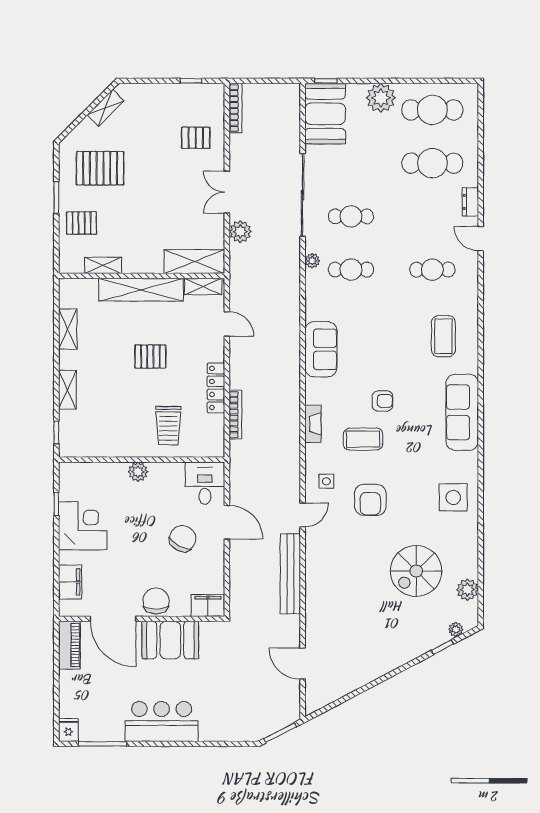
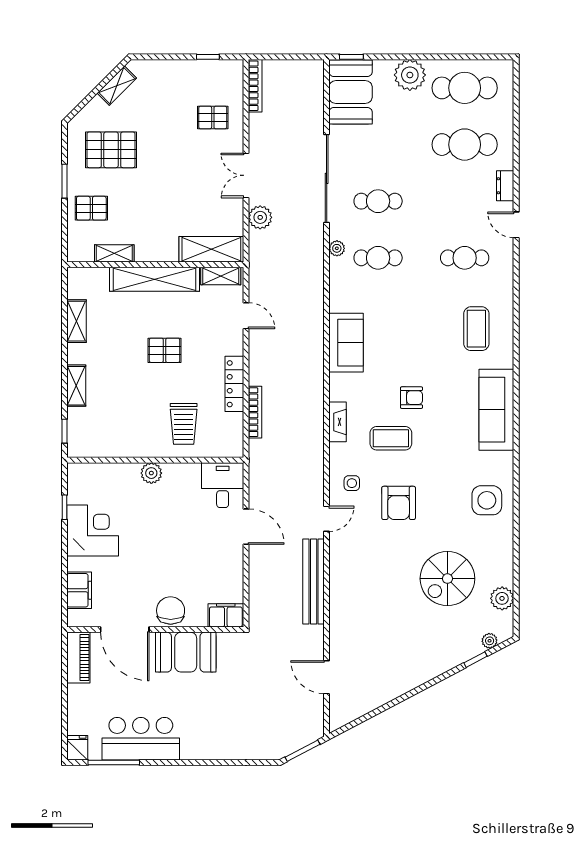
chair: (183, 539) -> (199, 544), removed
bar counter: (162, 721) -> (141, 739), moved

